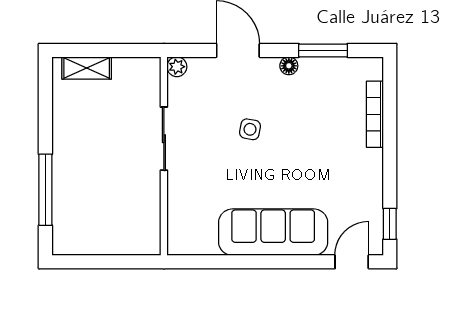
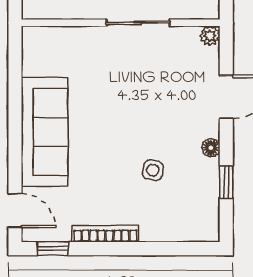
window: (323, 50) -> (226, 182), width x0.67
bookcase: (375, 114) -> (105, 234), moved
side table: (250, 129) -> (153, 170), moved

